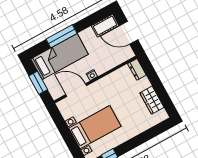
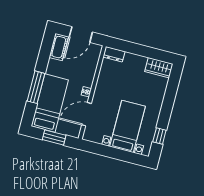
wardrobe: (152, 100) -> (159, 68), moved

